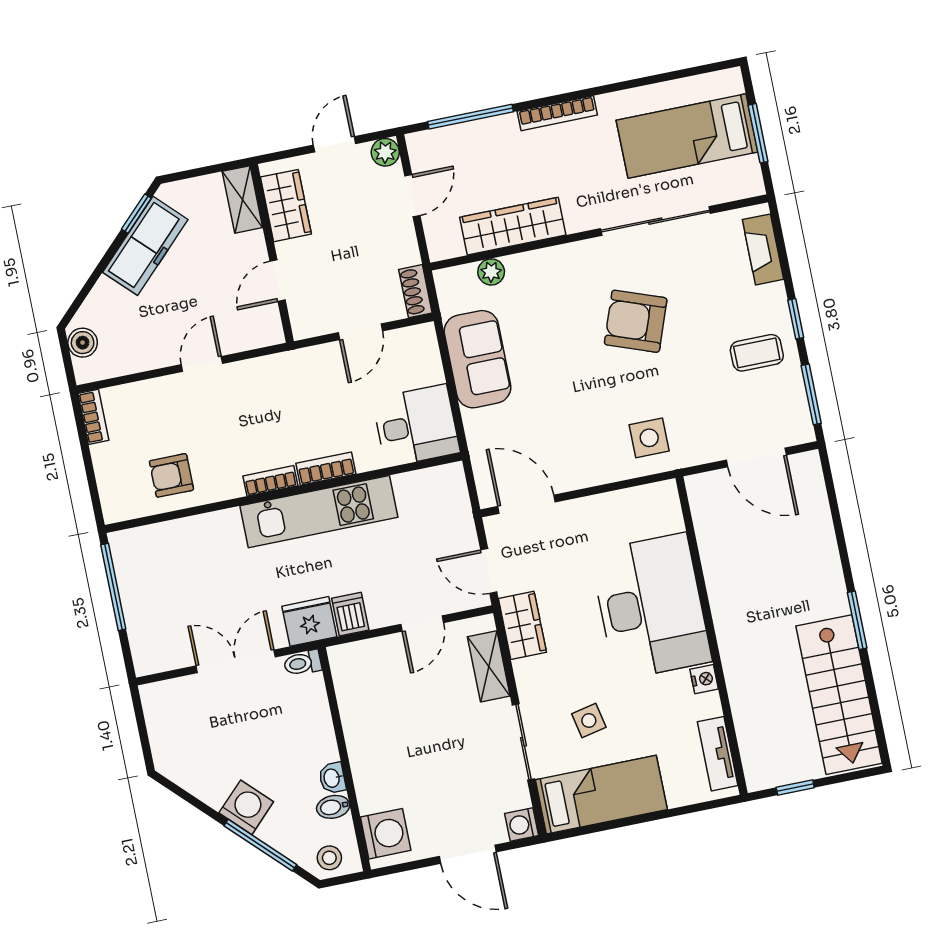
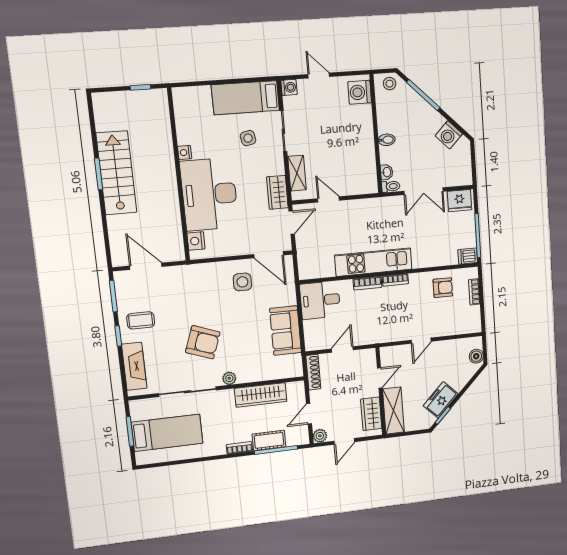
bookcase: (557, 113) -> (239, 448), width x0.64
cot: (486, 135) -> (269, 440), added
shelving: (242, 199) -> (393, 411), width x1.50, depth x1.33
freezer: (145, 246) -> (441, 400), width x0.71
fireplace: (763, 249) -> (134, 366), width x1.37, depth x1.32
plant: (491, 272) -> (229, 378), moved
shoe rack: (415, 291) -> (313, 372), width x1.43
bookcase: (93, 417) -> (474, 292), moved
side table: (649, 438) -> (242, 282), moved
nightstand: (667, 516) -> (196, 241), added
door: (489, 571) -> (292, 223), hinge flipped
dishwasher: (350, 614) -> (468, 256), moved, turned 90
fridge: (309, 621) -> (459, 201), moved
door: (422, 623) -> (328, 199), hinge flipped
stairs: (839, 695) -> (116, 173), moved
tv unit: (718, 754) -> (181, 111), removed
washbasin: (332, 778) -> (387, 172), moved
washing machine: (246, 807) -> (449, 135), moved
bidet: (333, 807) -> (387, 140), moved
door: (468, 854) -> (319, 75), width x0.73

